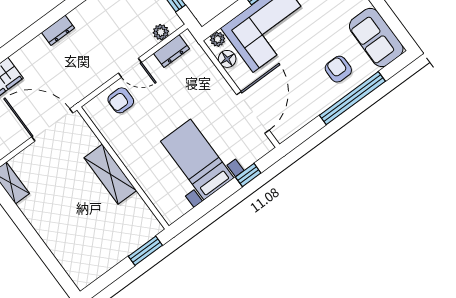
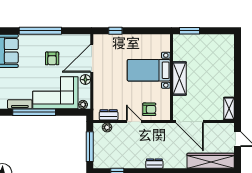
floor lamp: (227, 59) -> (85, 80), moved
armchair: (338, 69) -> (52, 58), moved
bed with nightstands: (197, 160) -> (149, 70), moved, turned 90

